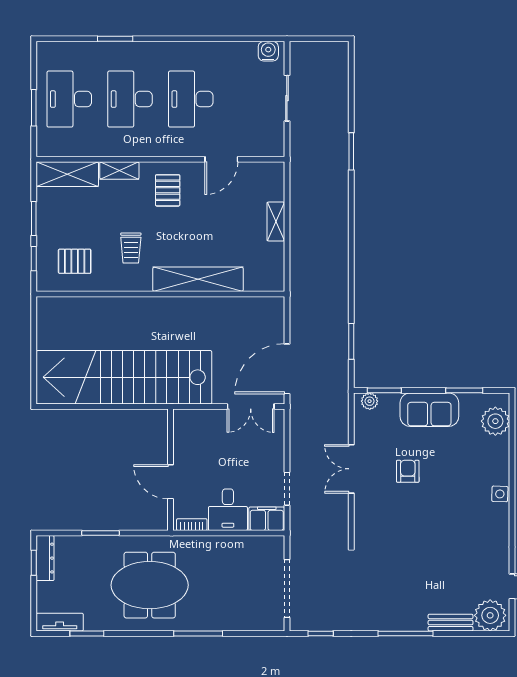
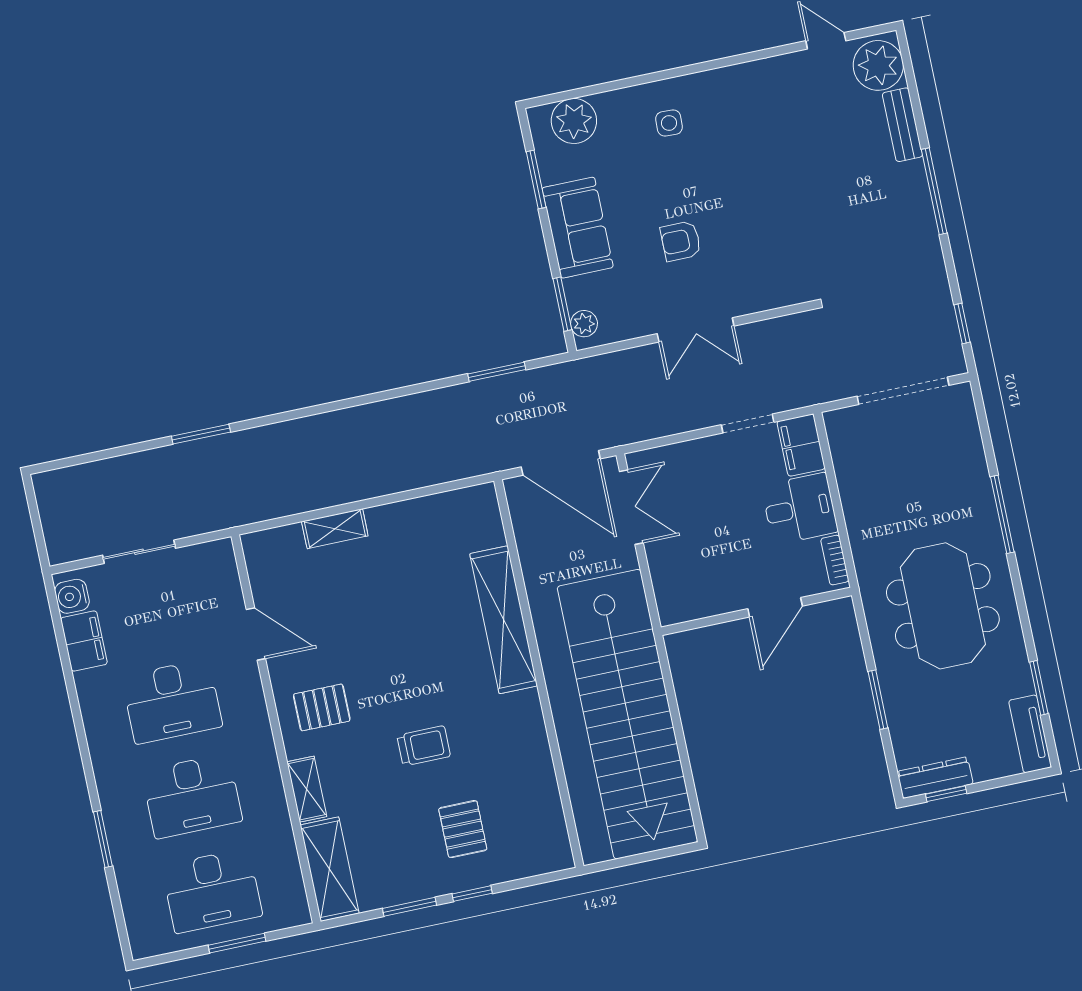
filing cabinet: (239, 53) -> (84, 641), added
shelving: (198, 279) -> (504, 620), moved
wall: (160, 294) -> (539, 674), moved
side table: (500, 494) -> (669, 123), moved

